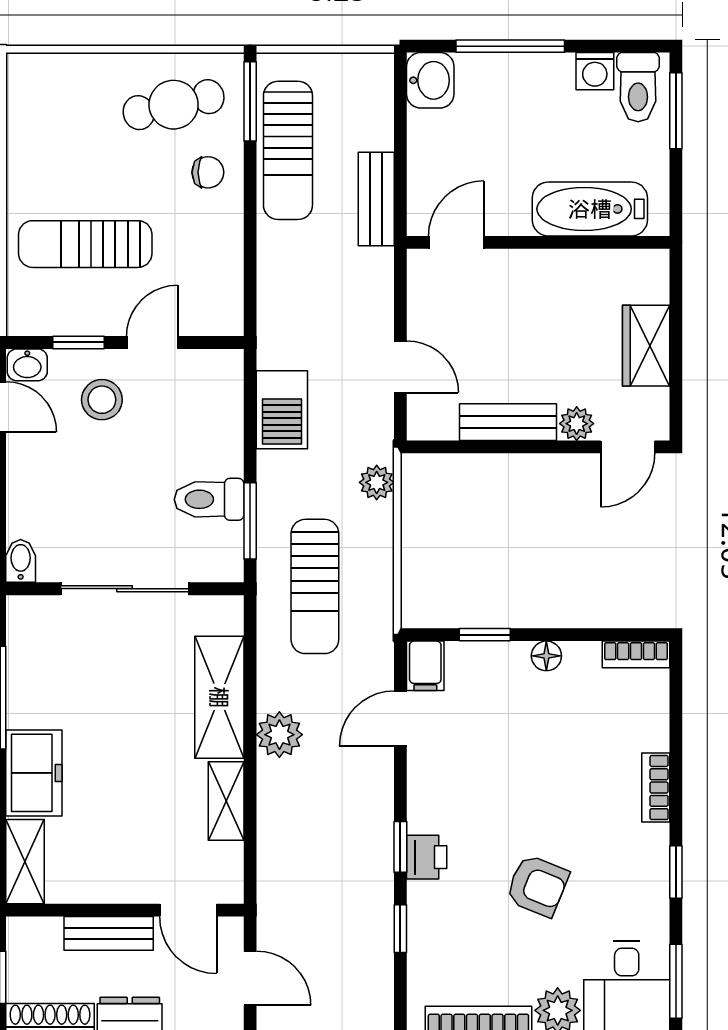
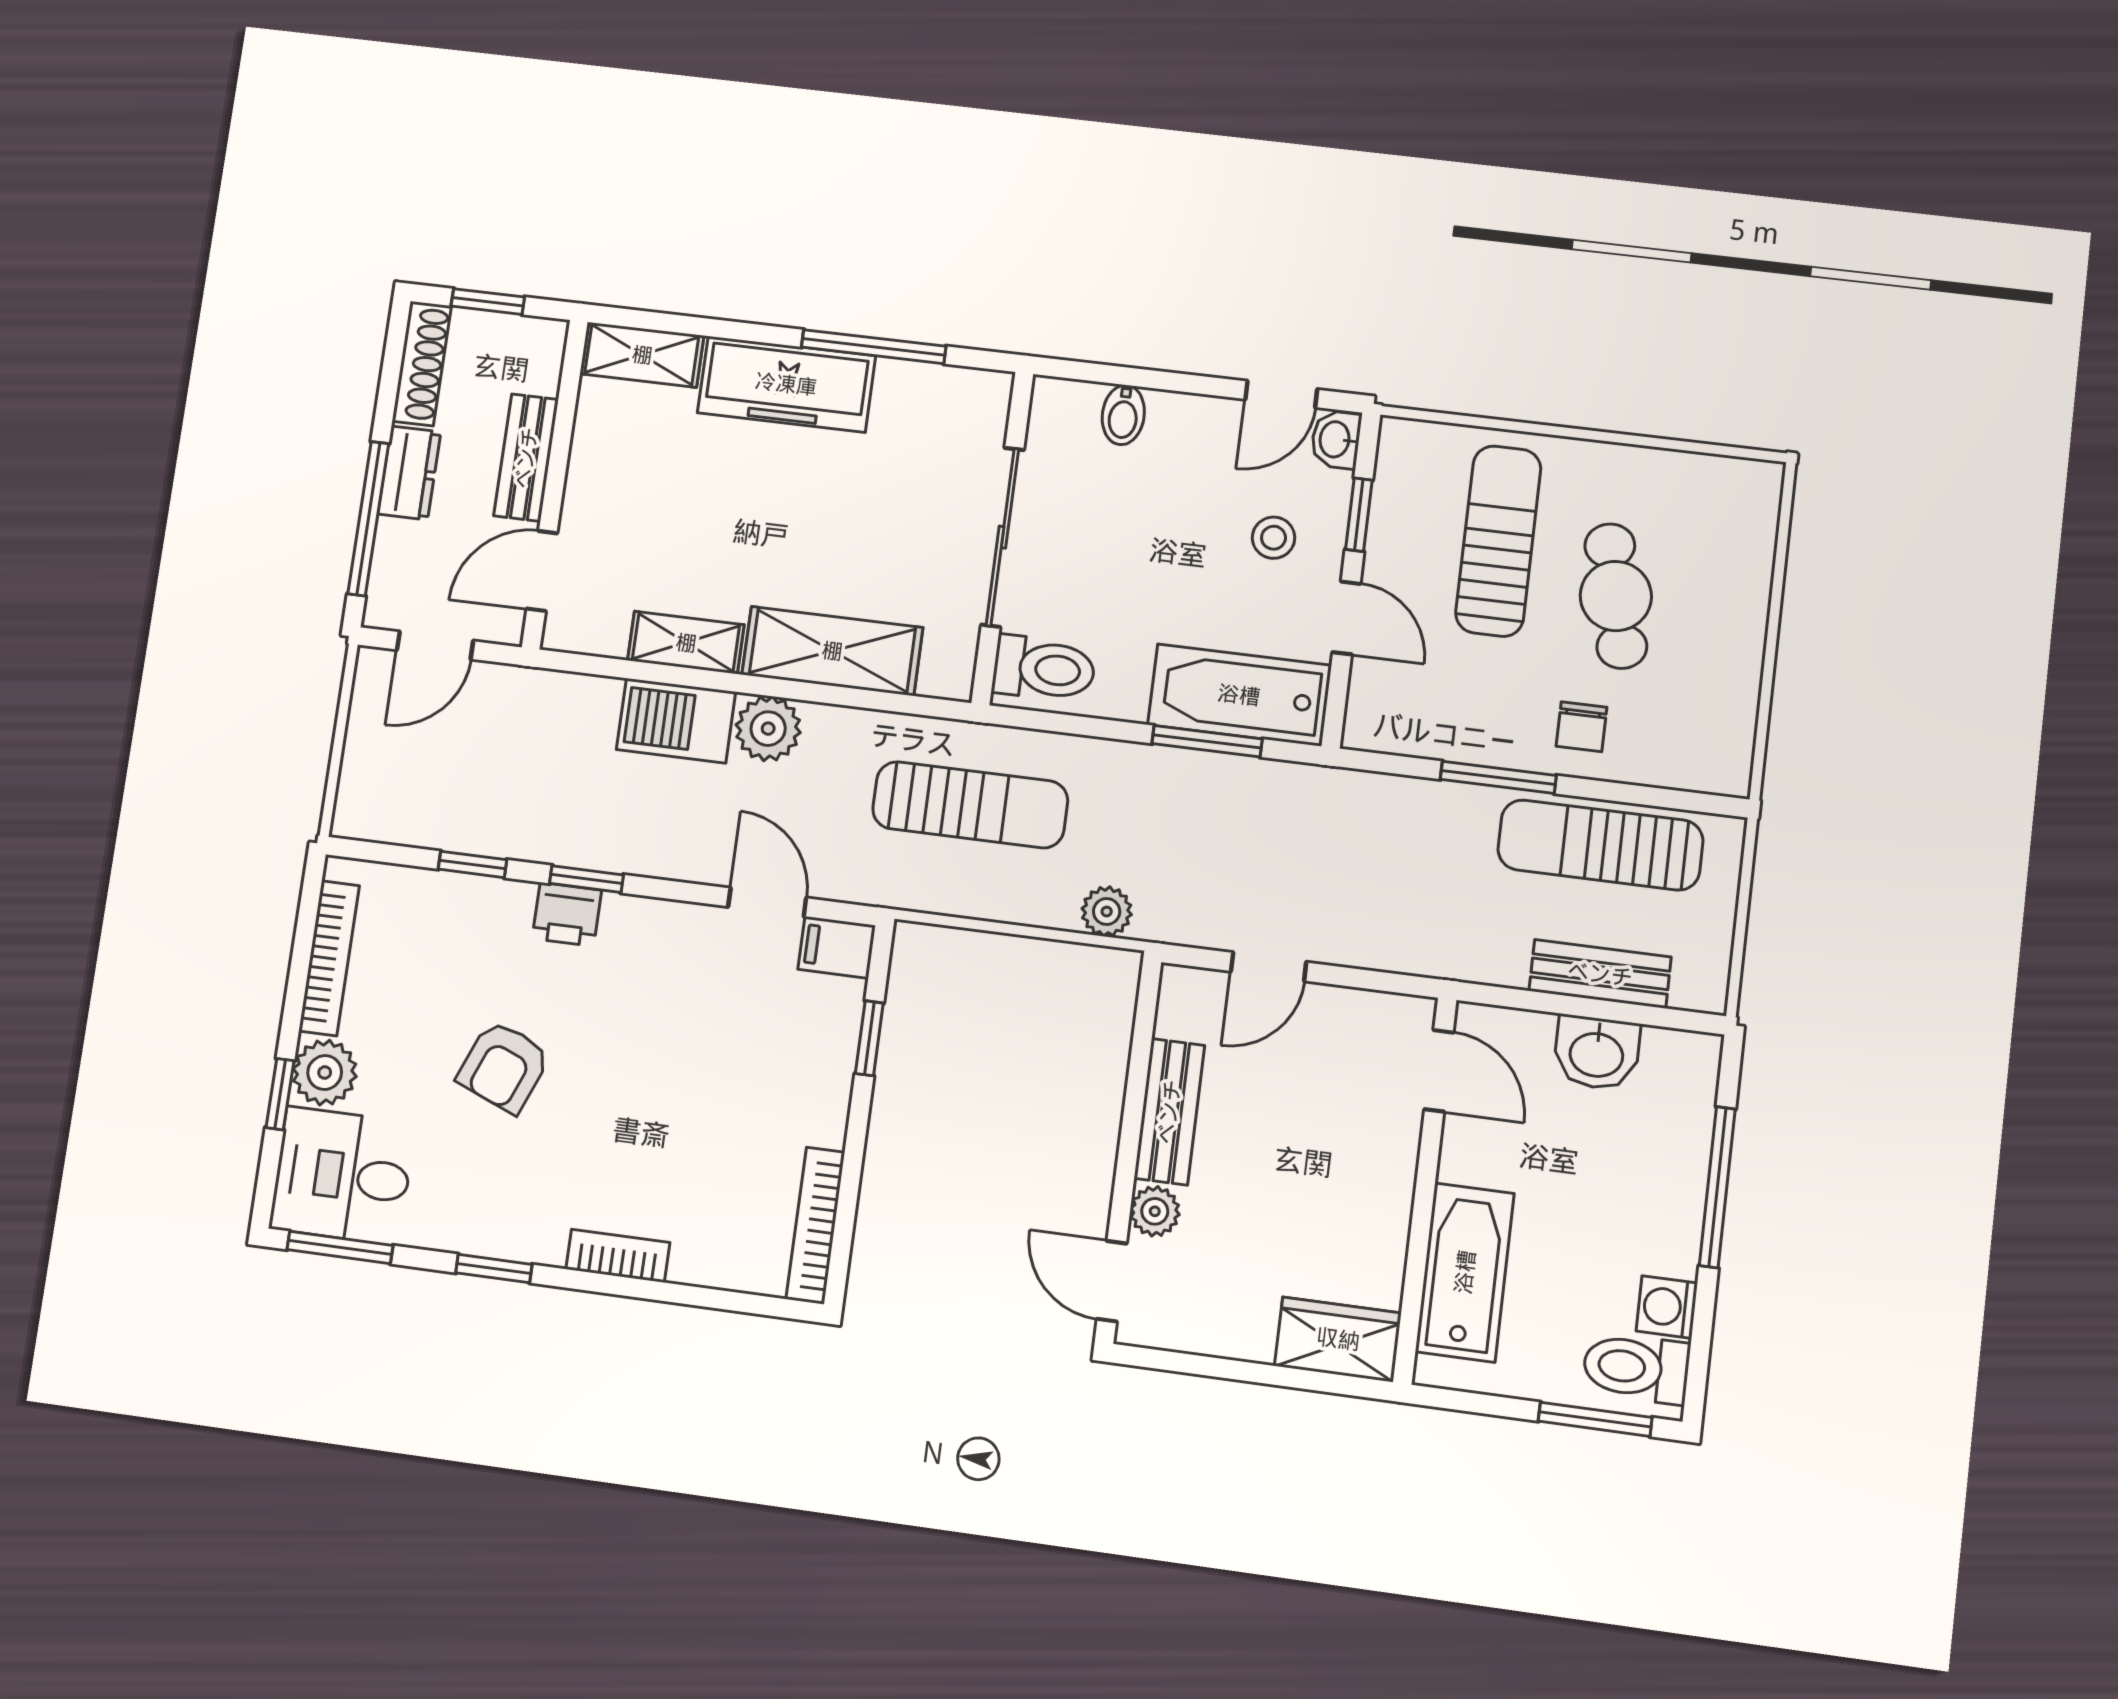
washbasin: (430, 80) -> (1597, 1053), moved
window: (250, 101) -> (1498, 777), moved
cafe table: (174, 105) -> (1616, 596), moved
bench: (376, 199) -> (1600, 974), moved
wardrobe: (646, 346) -> (1338, 1339), moved
stool: (102, 400) -> (1274, 538), width x0.73, depth x0.73
bathtub: (215, 410) -> (1239, 695), added
barbecue: (282, 410) -> (676, 721), moved
toilet: (209, 499) -> (1044, 669), moved, turned 90
window: (250, 521) -> (1207, 741), moved
bidet: (21, 561) -> (1123, 415), moved, turned 90
sun lounger: (315, 586) -> (970, 805), turned 180
bookcase: (636, 654) -> (815, 1226), width x1.56
floor lamp: (546, 656) -> (827, 1123), removed
freezer: (34, 773) -> (786, 384), width x1.40

